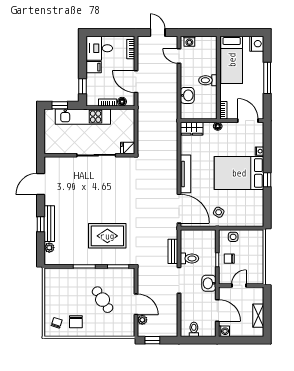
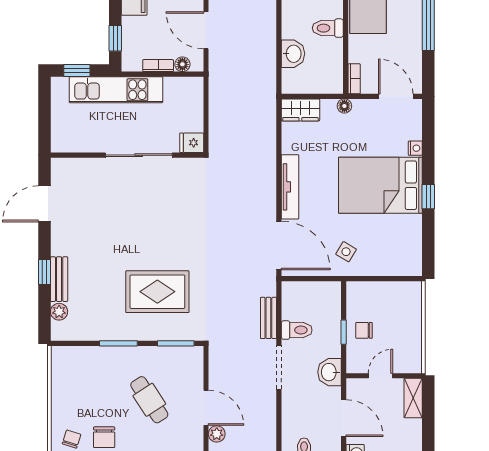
bench: (49, 224) -> (59, 279), width x0.73
side table: (233, 237) -> (371, 293), removed
shelving: (258, 316) -> (413, 398), moved

